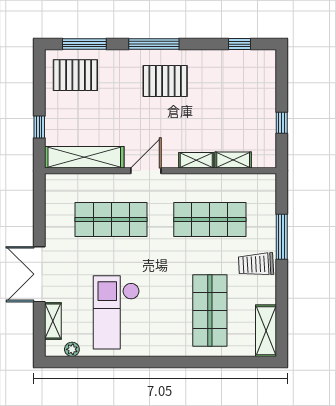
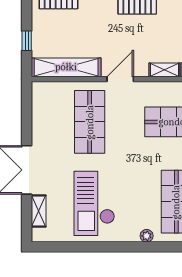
shop shelf: (111, 220) -> (90, 122), turned 90
plant: (72, 349) -> (147, 236), moved

